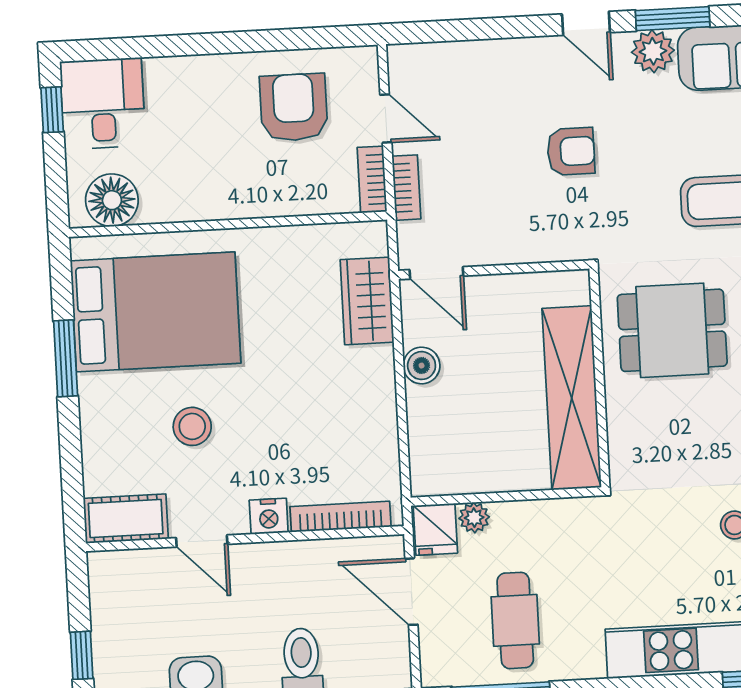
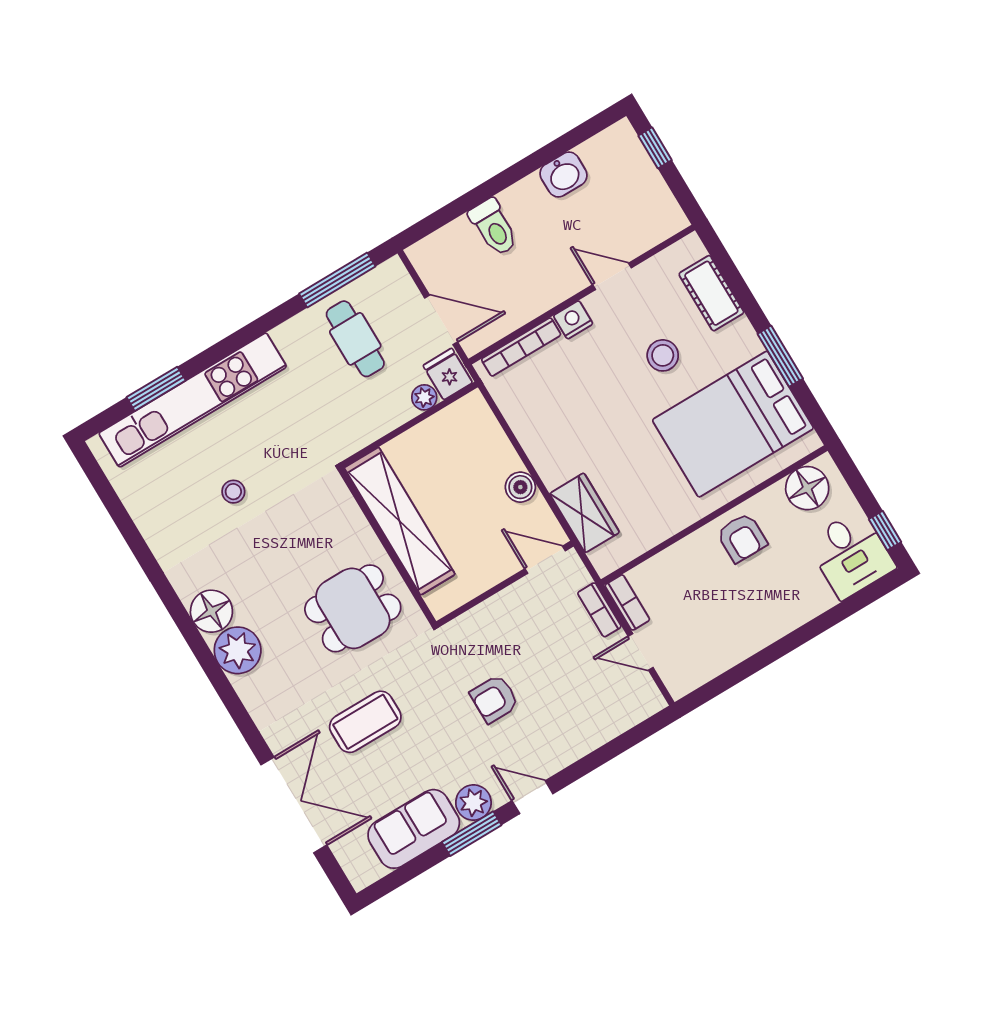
armchair: (294, 107) -> (742, 538), moved, width x0.72, depth x0.72
cot: (126, 519) -> (711, 293), moved, turned 90

